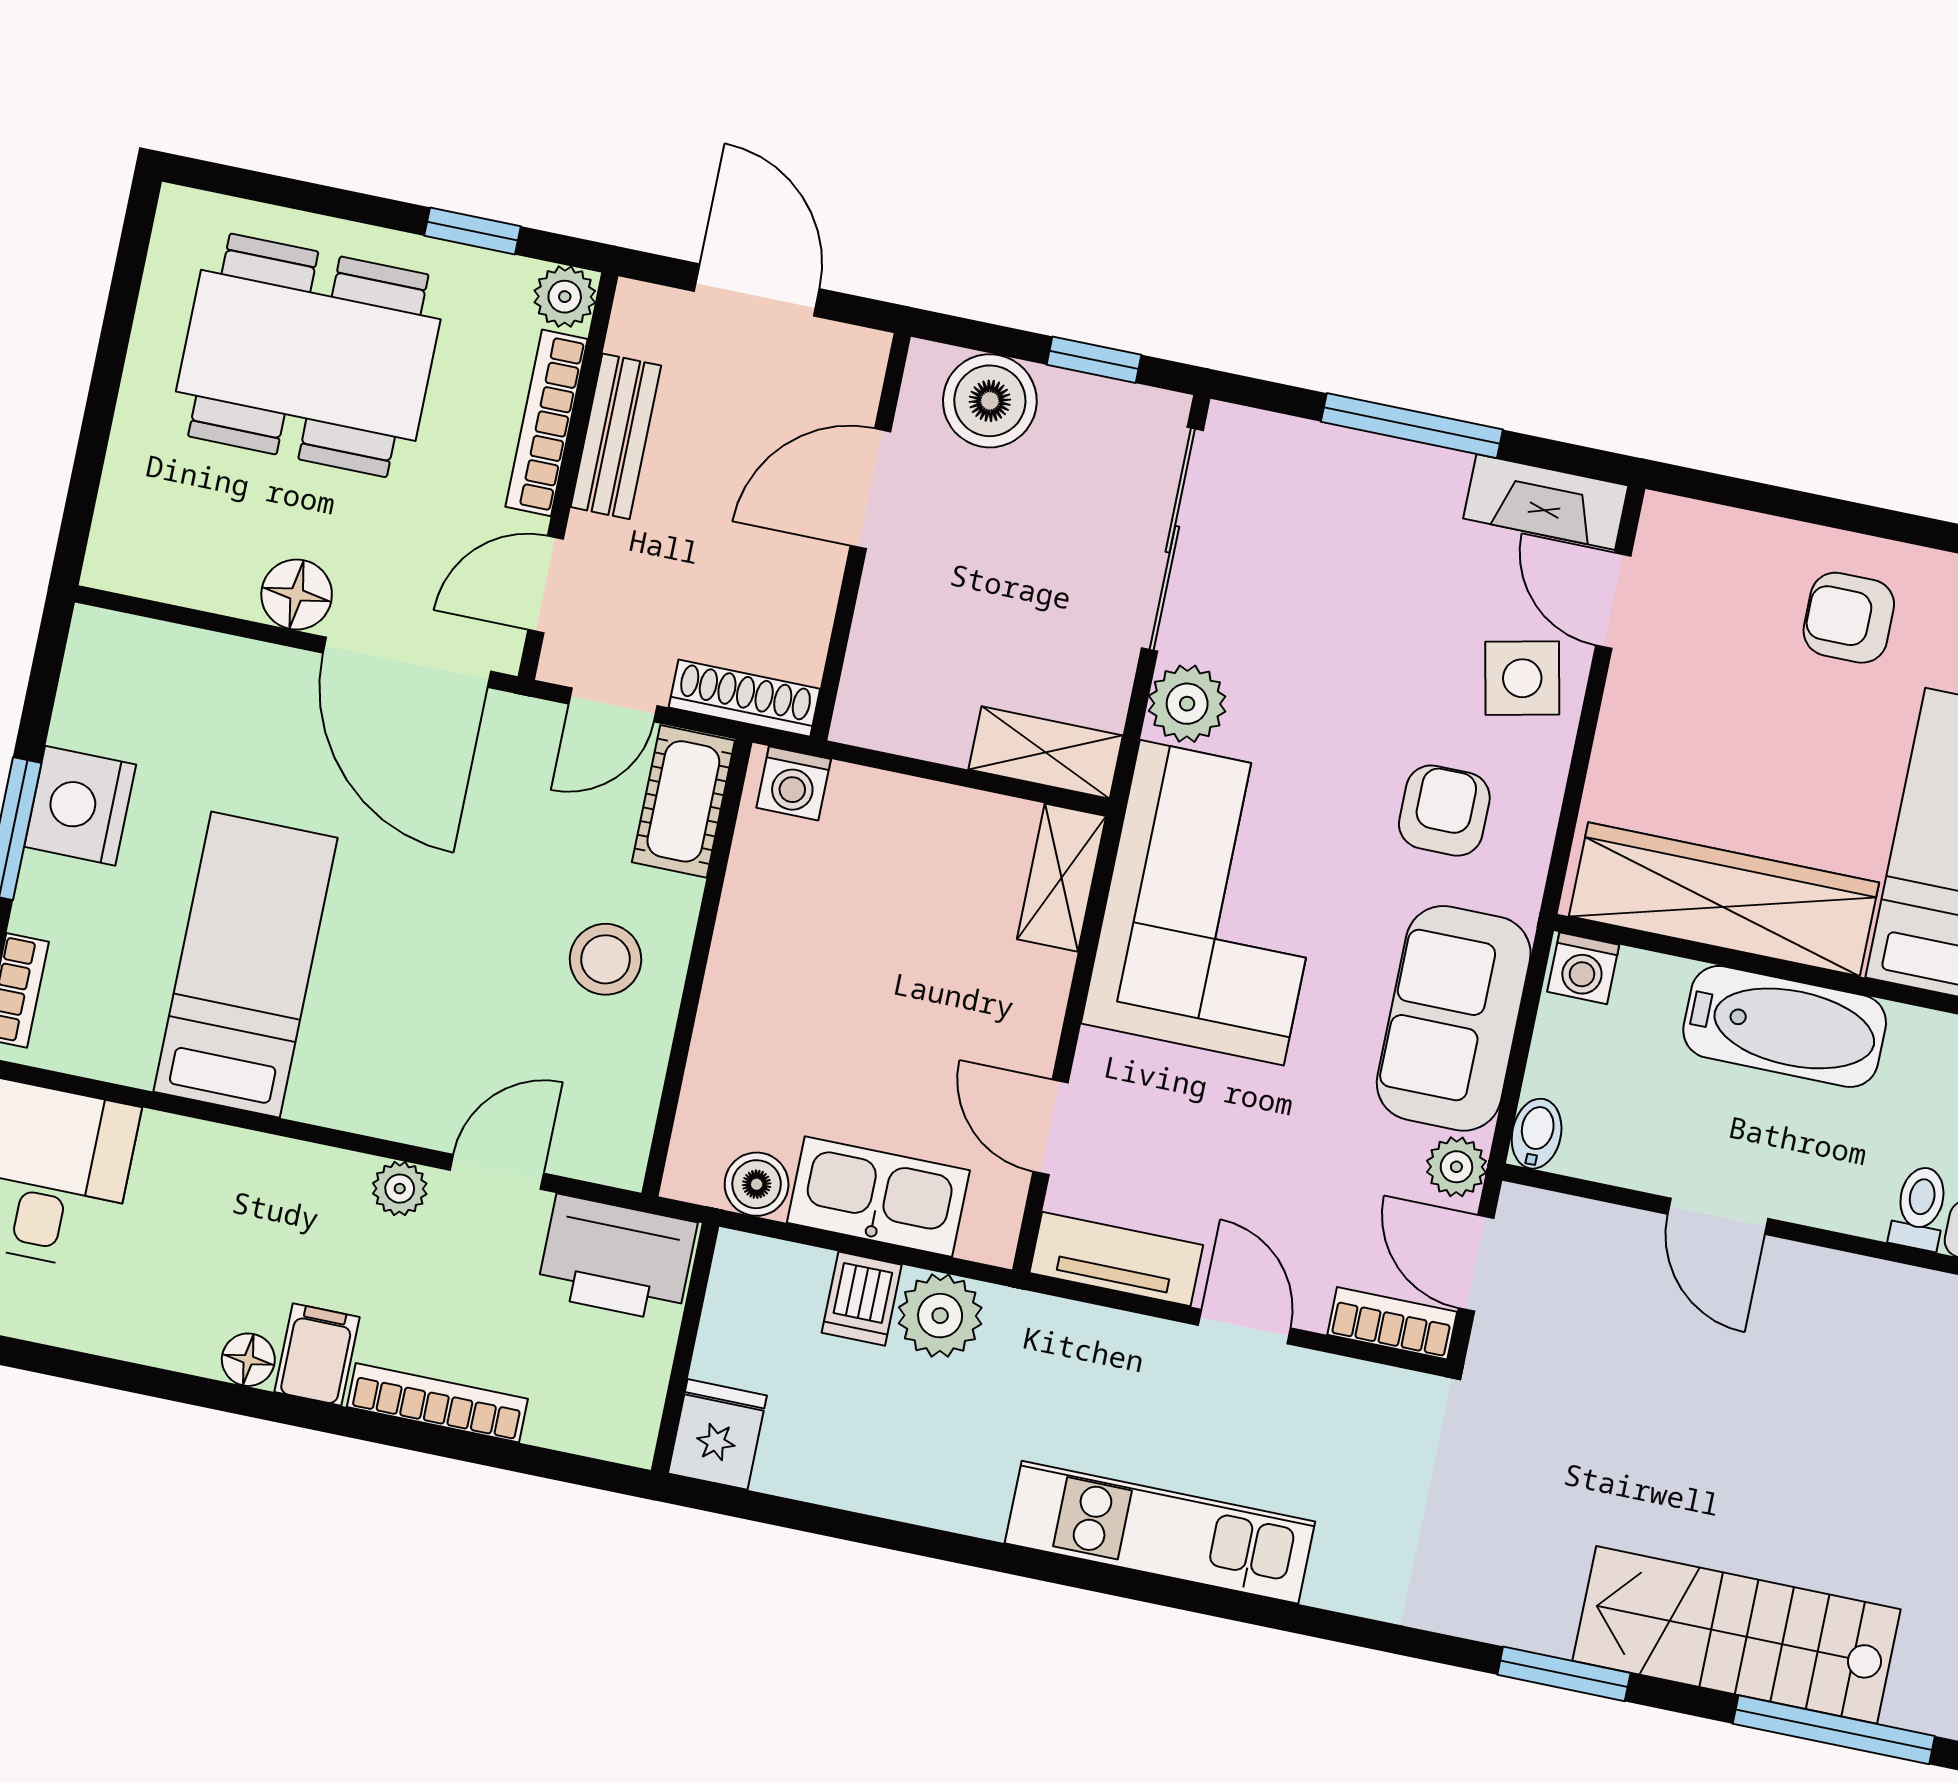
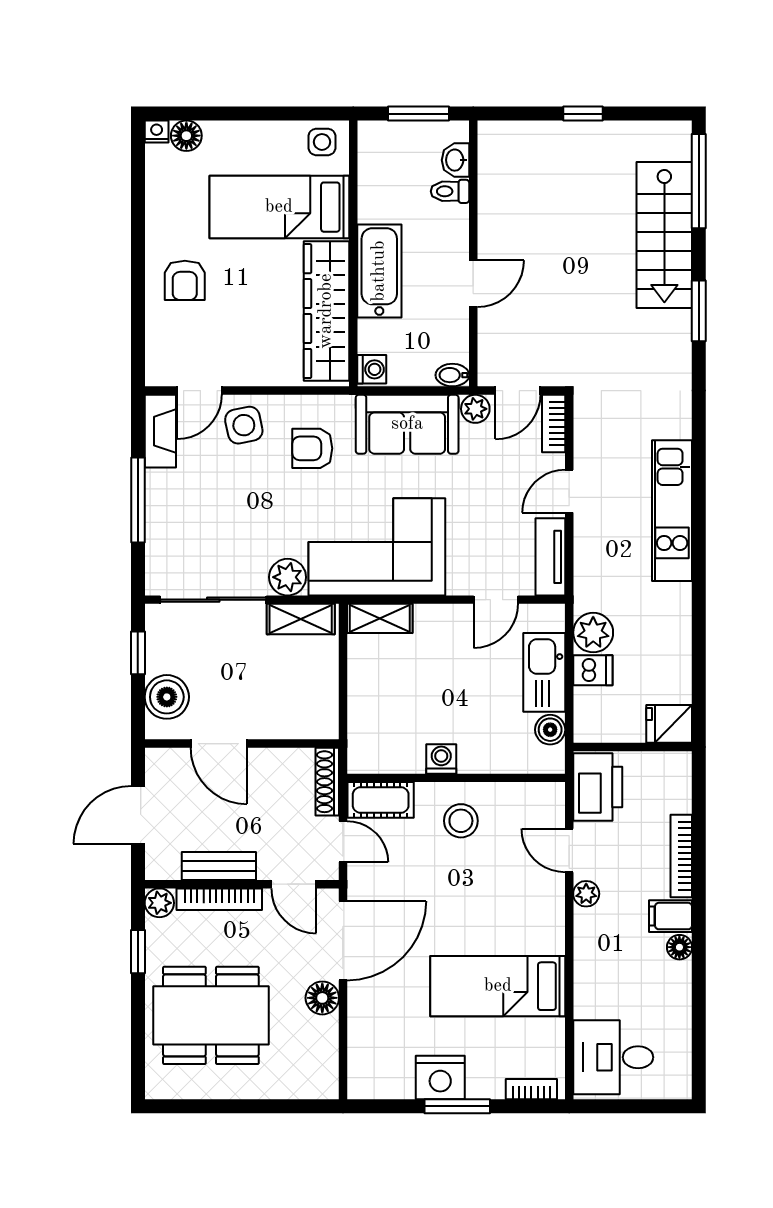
dining table: (308, 355) -> (211, 1015), turned 90
shelving: (1046, 752) -> (301, 619), moved, turned 90
washing machine: (794, 783) -> (441, 759), moved, turned -90

